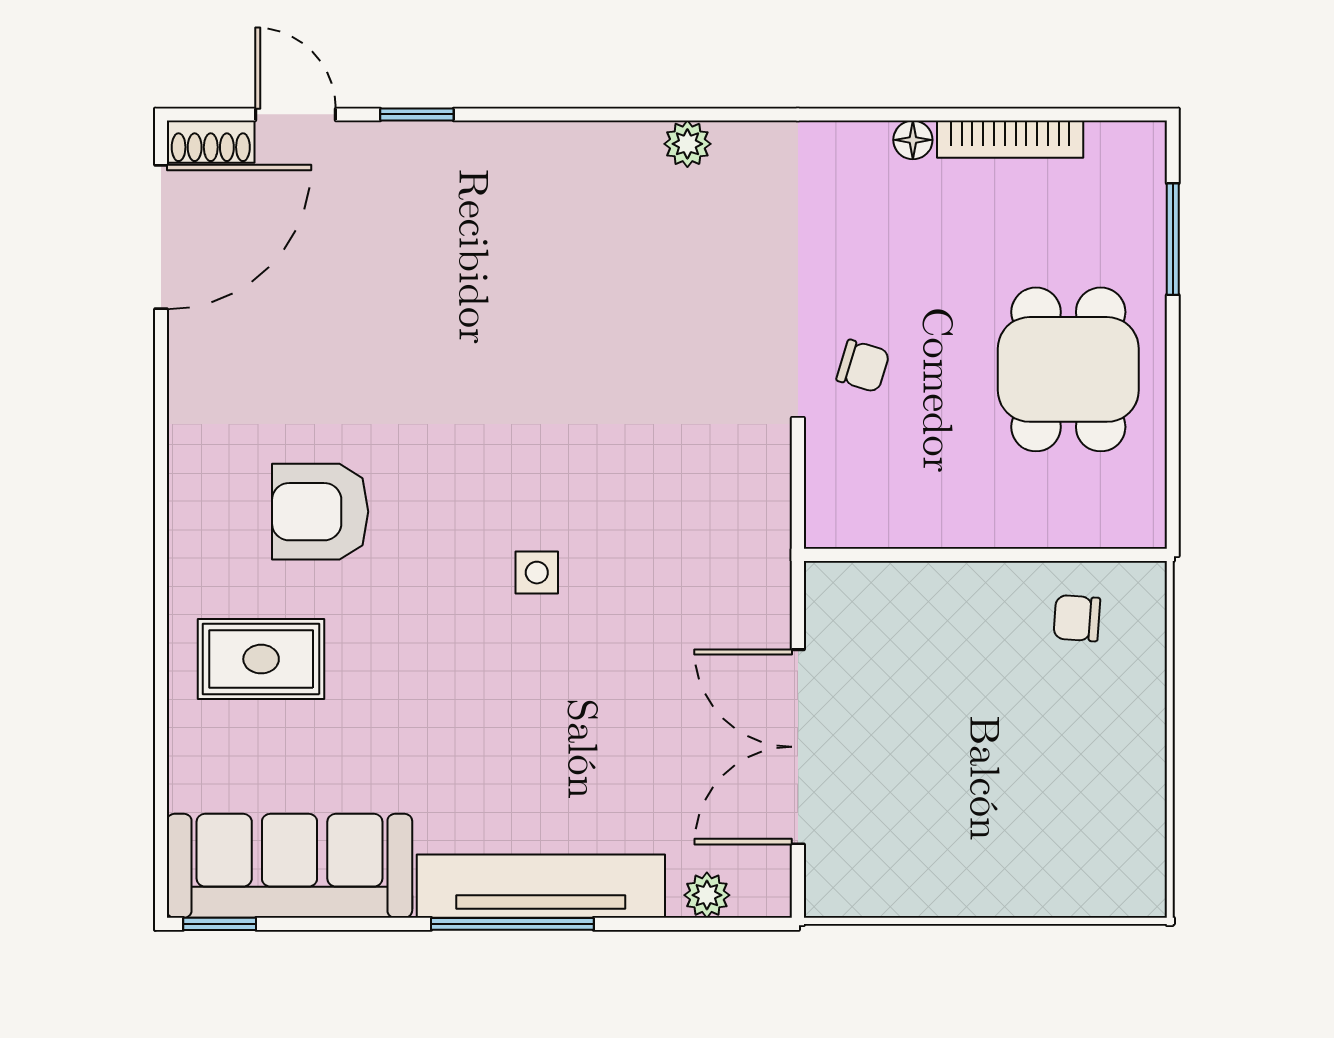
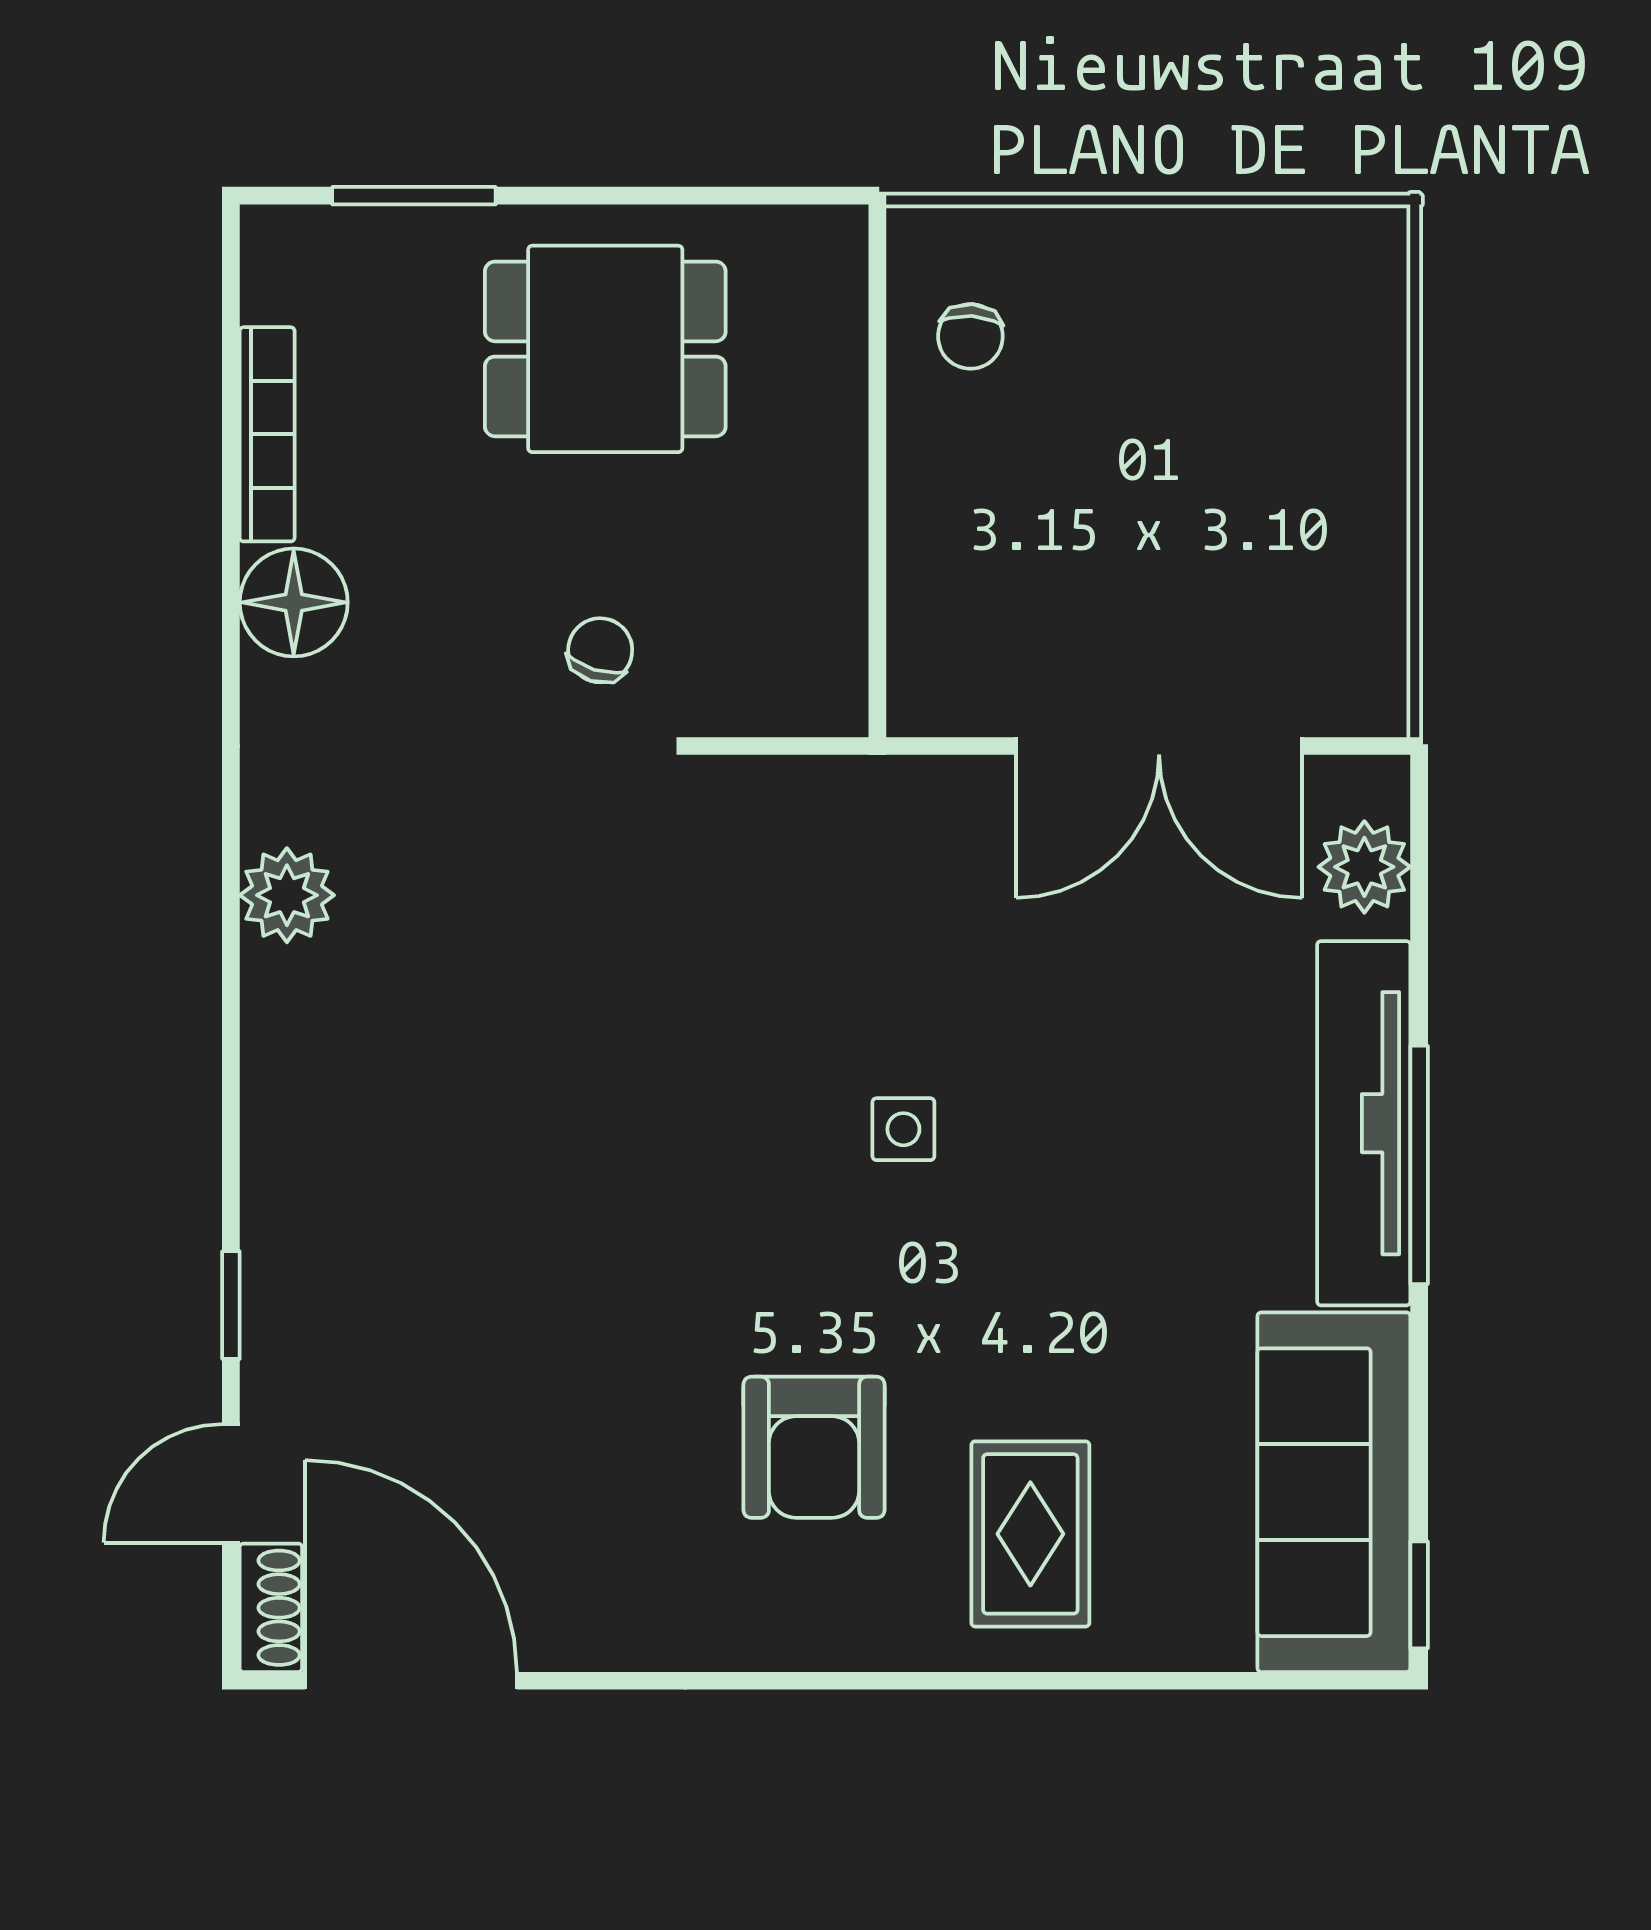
floor lamp: (913, 140) -> (294, 602), width x1.89, depth x1.89
plant: (687, 144) -> (287, 895), width x1.38, depth x1.38
plant: (707, 895) -> (1364, 867), width x1.38, depth x1.38

